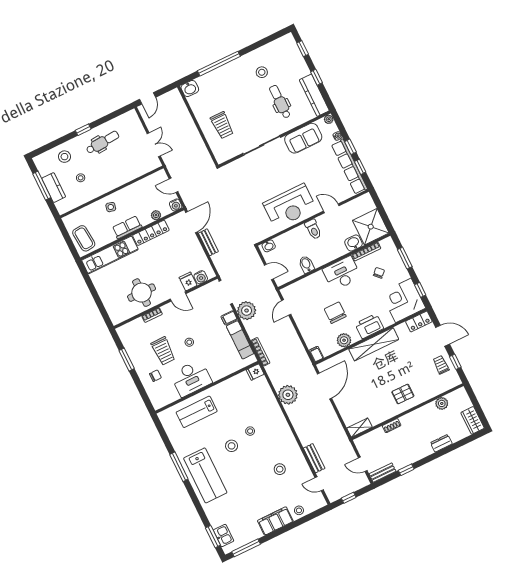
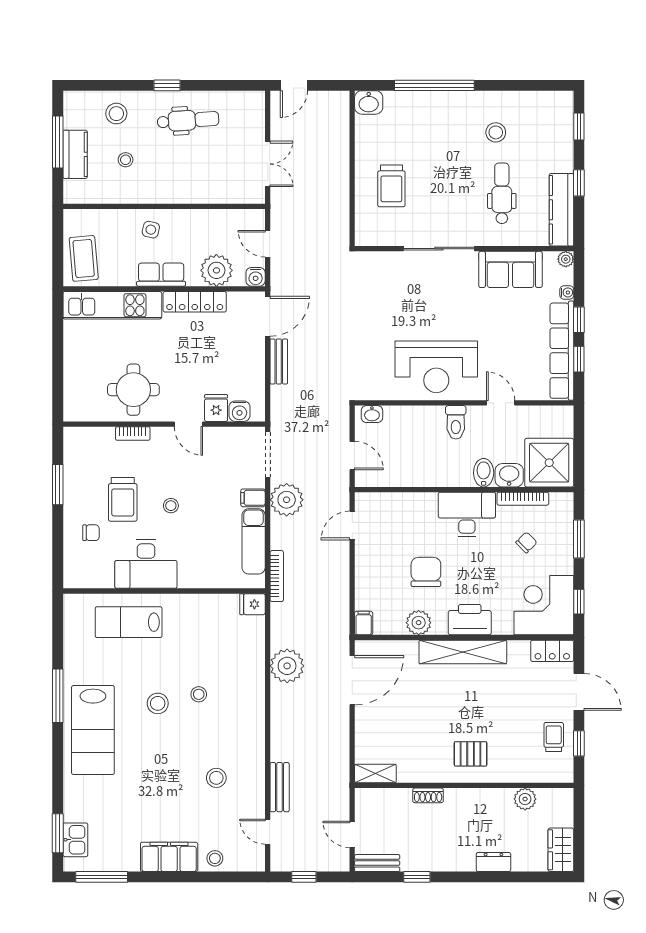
plant: (156, 215) -> (216, 270), width x1.88, depth x1.88
bidet: (306, 264) -> (484, 473), moved

